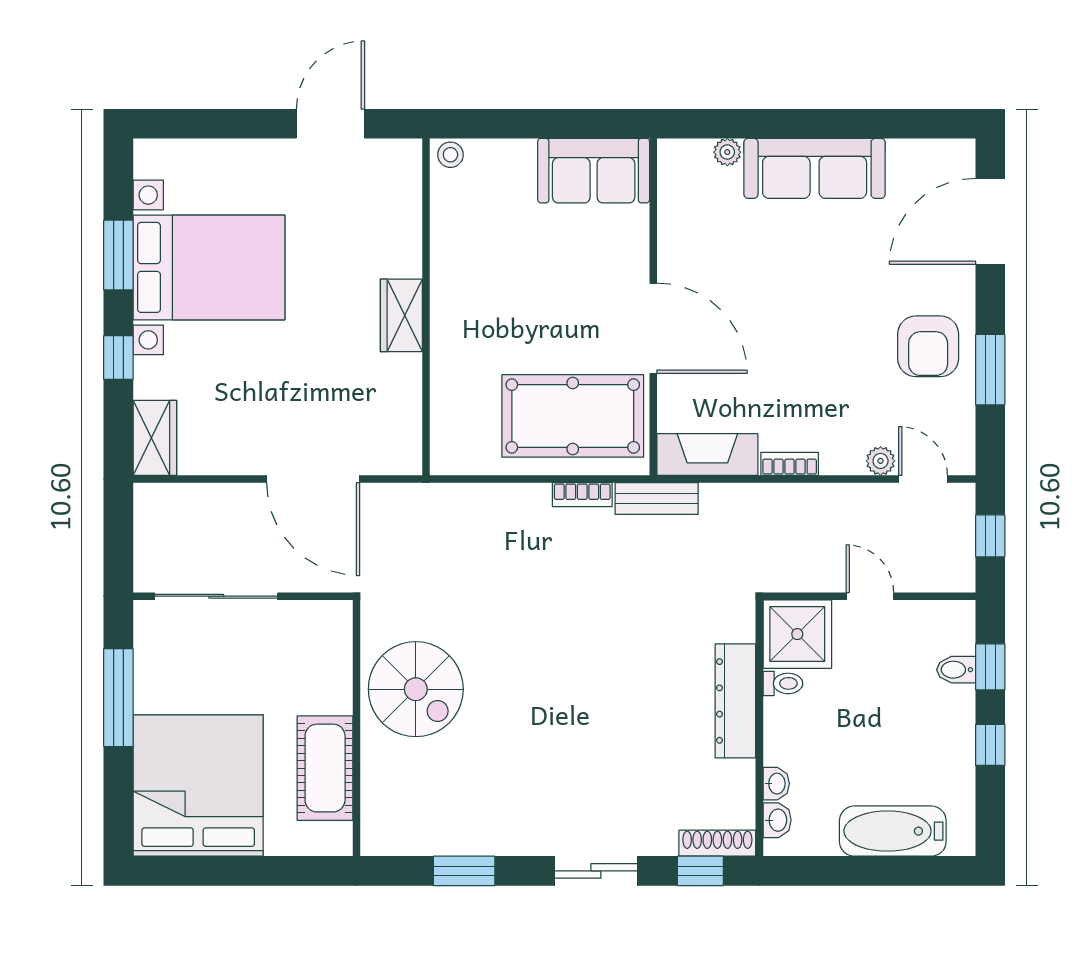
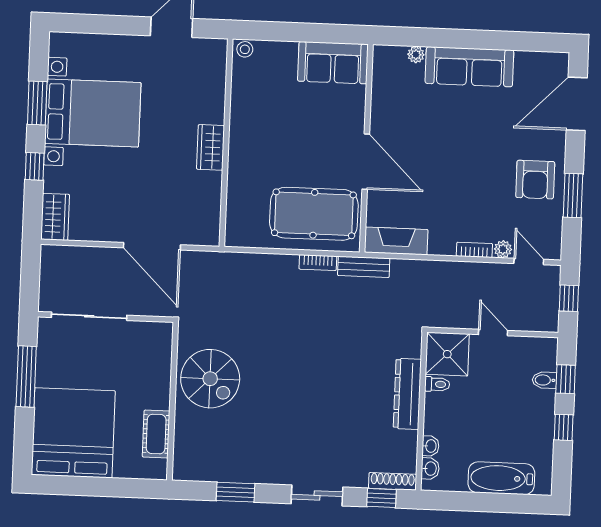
bookcase: (790, 464) -> (474, 250), moved
cot: (325, 768) -> (156, 434), width x0.73, depth x0.75

